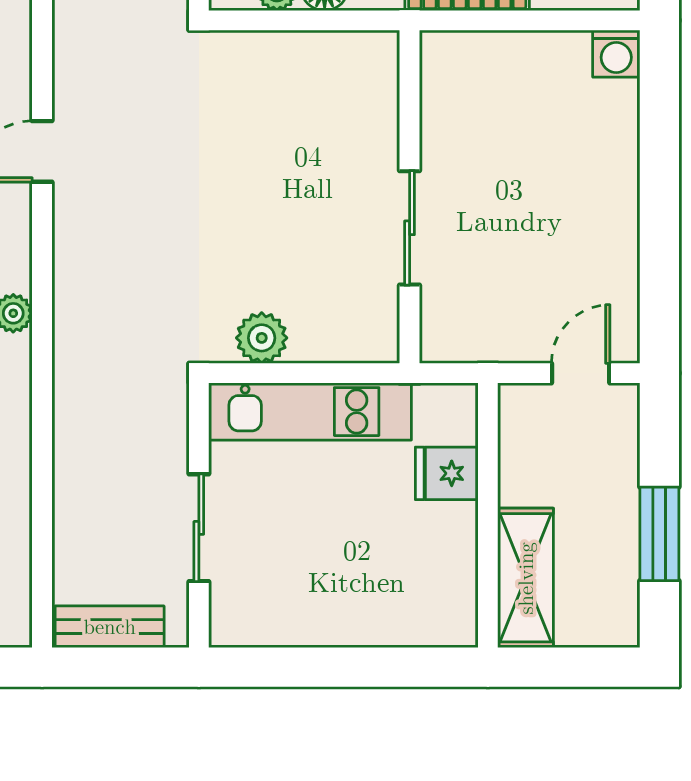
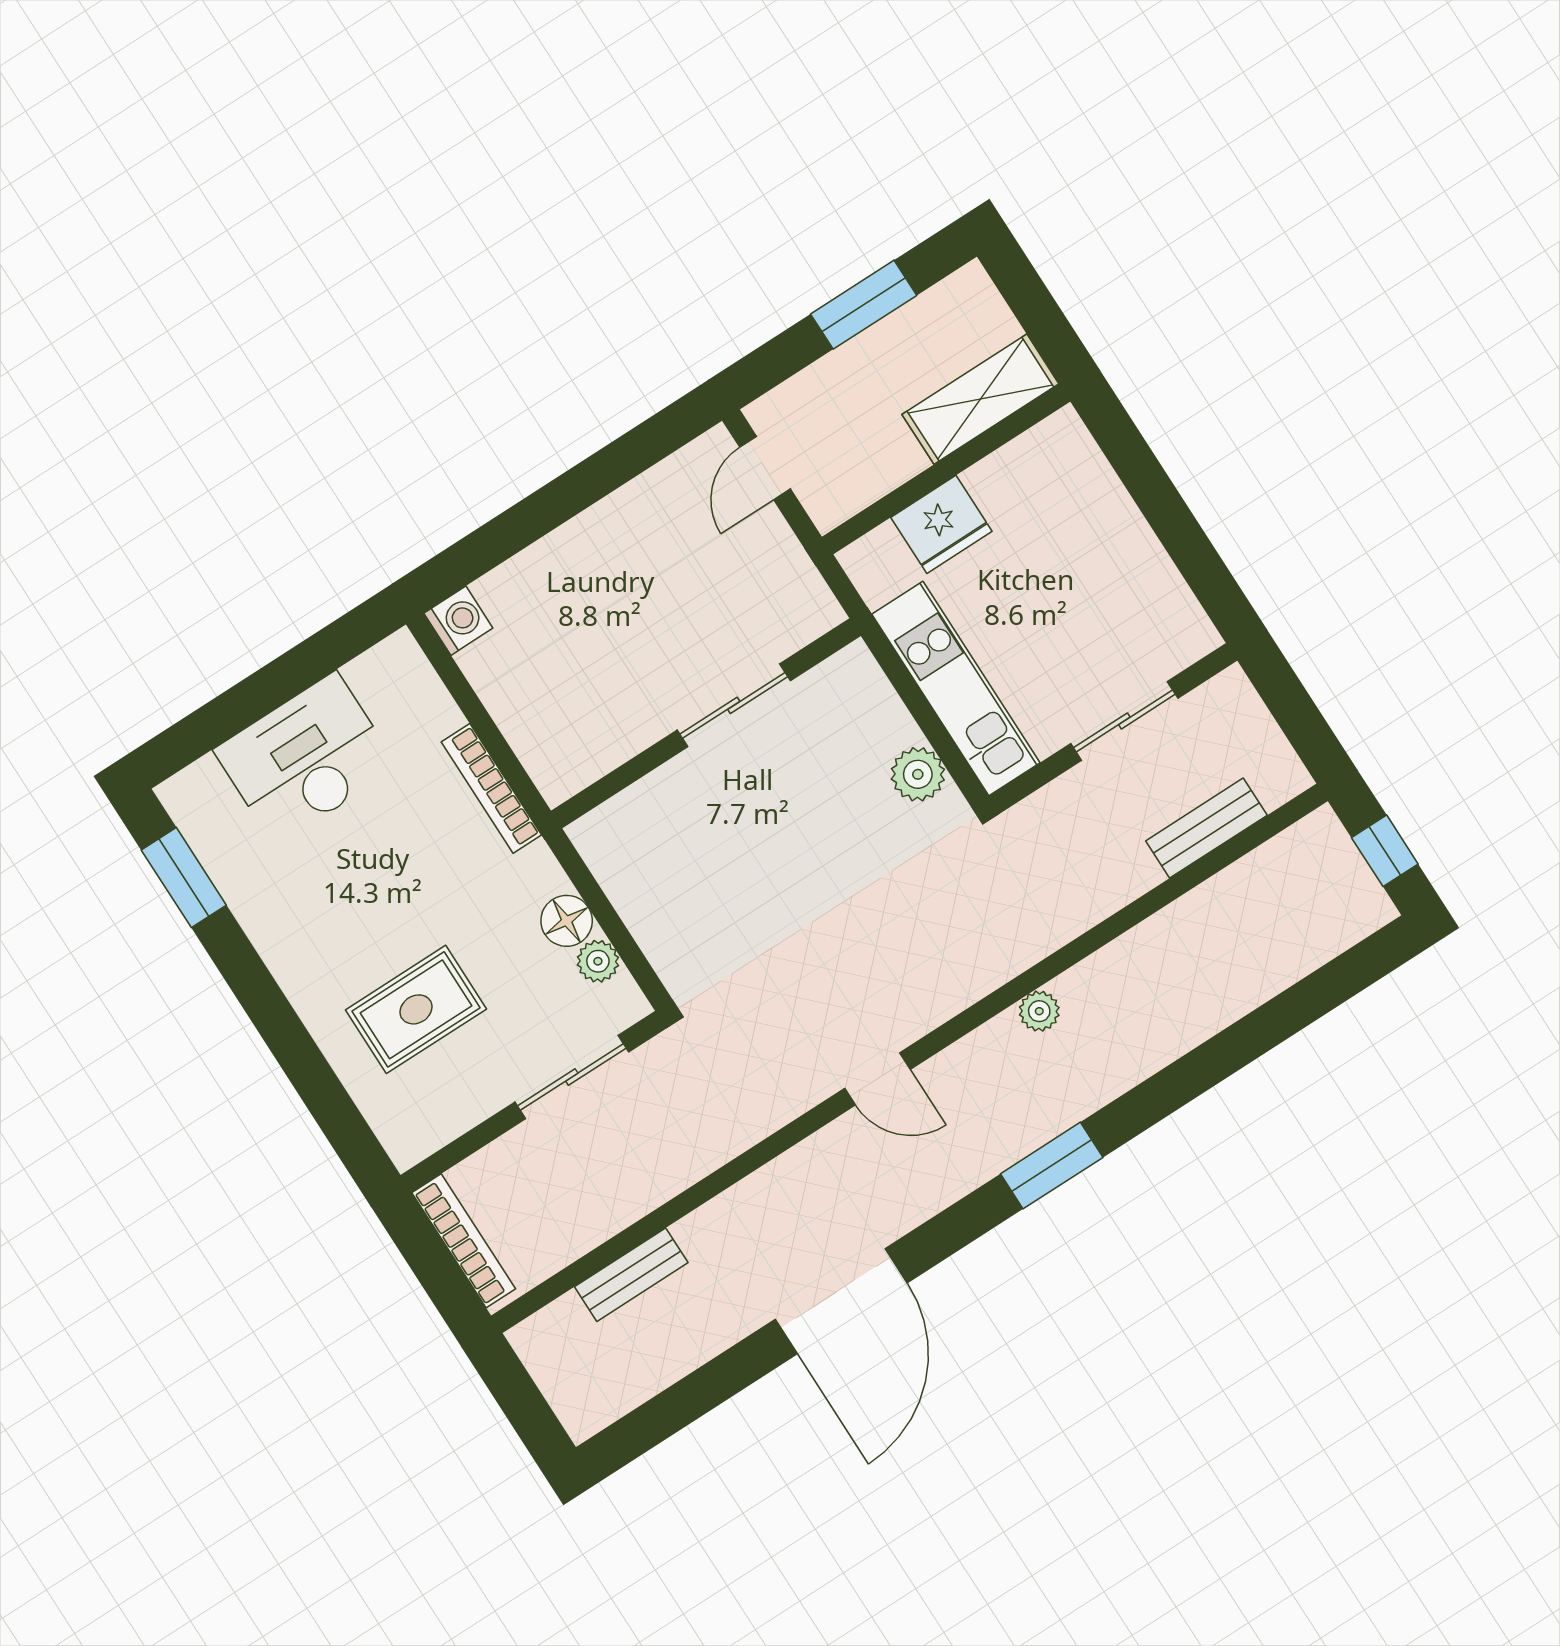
door: (581, 373) -> (765, 468), hinge flipped
fridge: (447, 473) -> (941, 524), width x1.38
bench: (110, 627) -> (1206, 828), moved, turned 90

